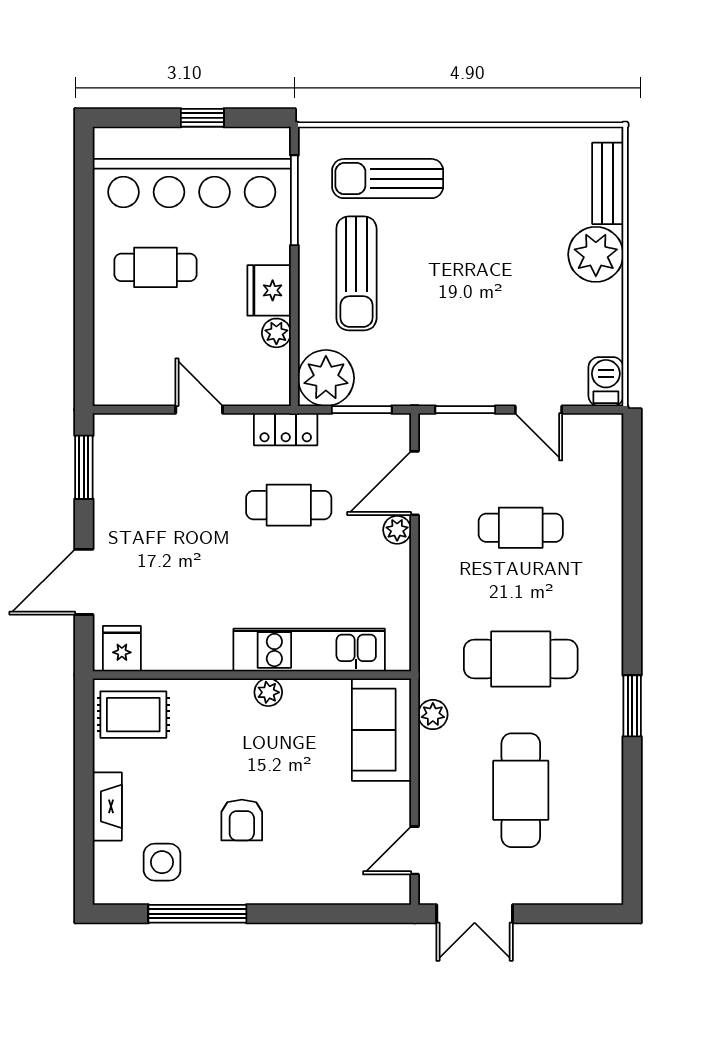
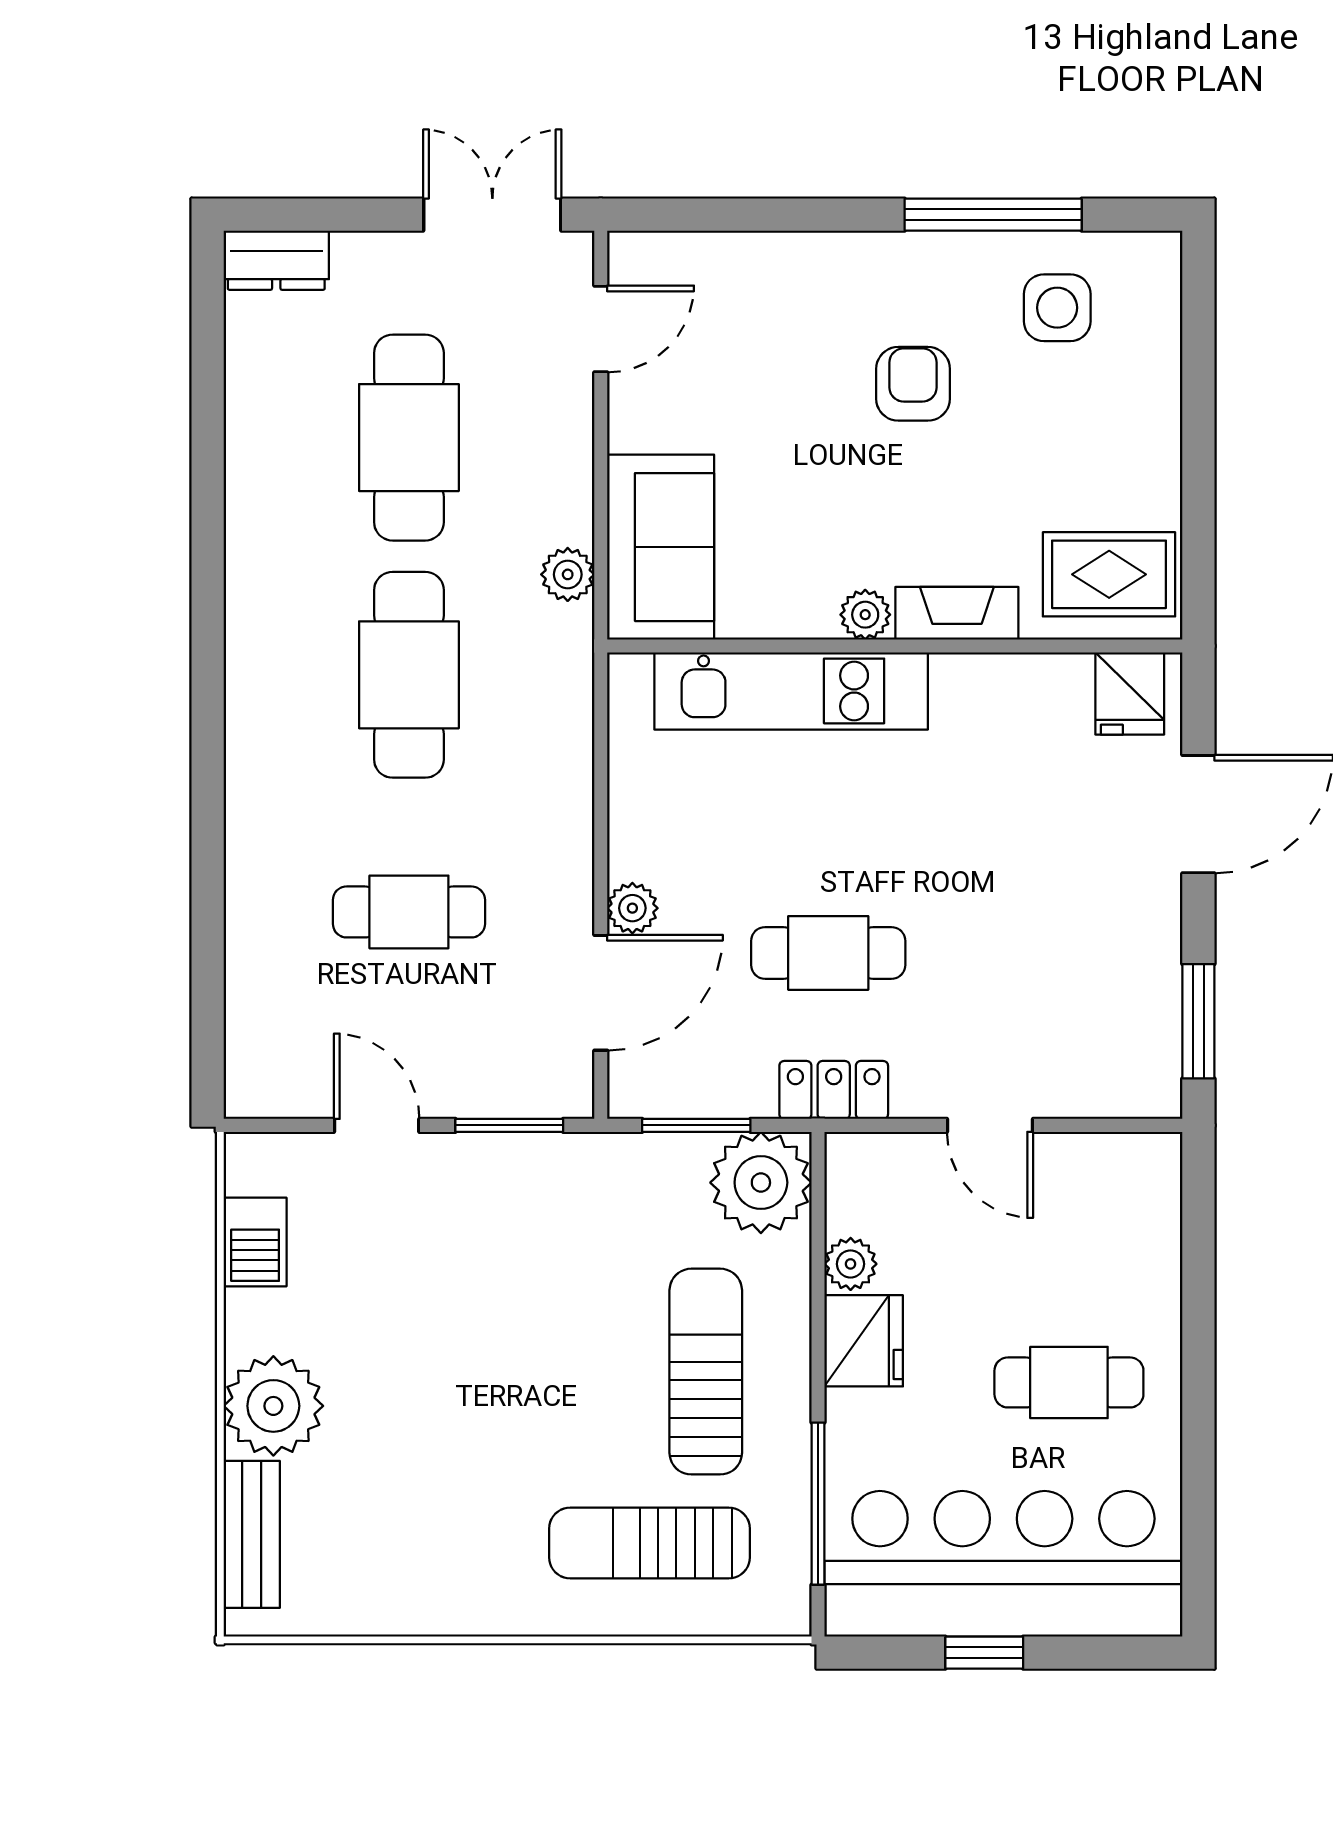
sun lounger: (388, 179) -> (649, 1543), turned 180
barbecue: (606, 382) -> (255, 1242), moved
cafe table: (521, 659) -> (409, 675), turned 90
window: (632, 706) -> (208, 590), removed
fireplace: (107, 806) -> (957, 613), moved, turned 90
dresser: (594, 888) -> (276, 260), added

